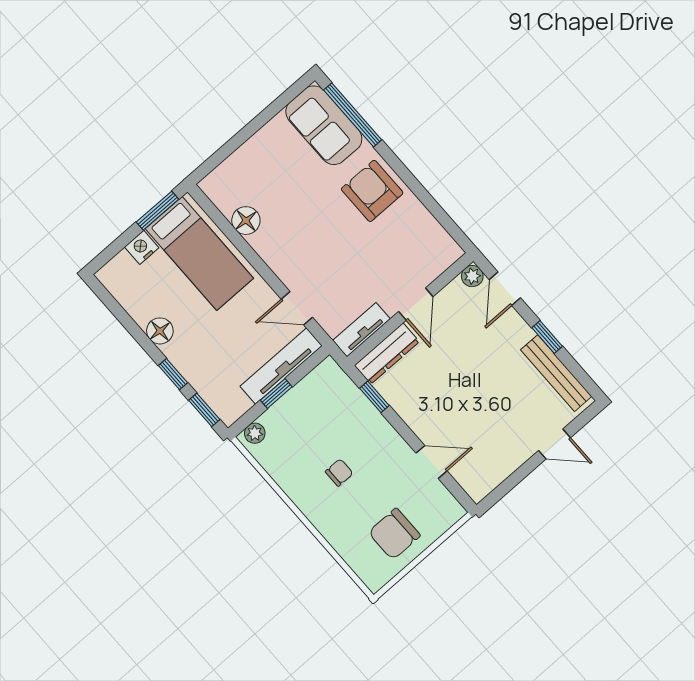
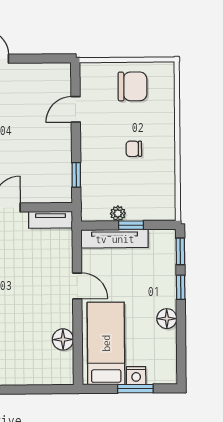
window: (157, 211) -> (135, 389), moved
door: (297, 308) -> (77, 286), moved
dresser: (387, 354) -> (48, 194), removed
plant: (255, 433) -> (118, 213), moved
door: (431, 462) -> (76, 109), hinge flipped

